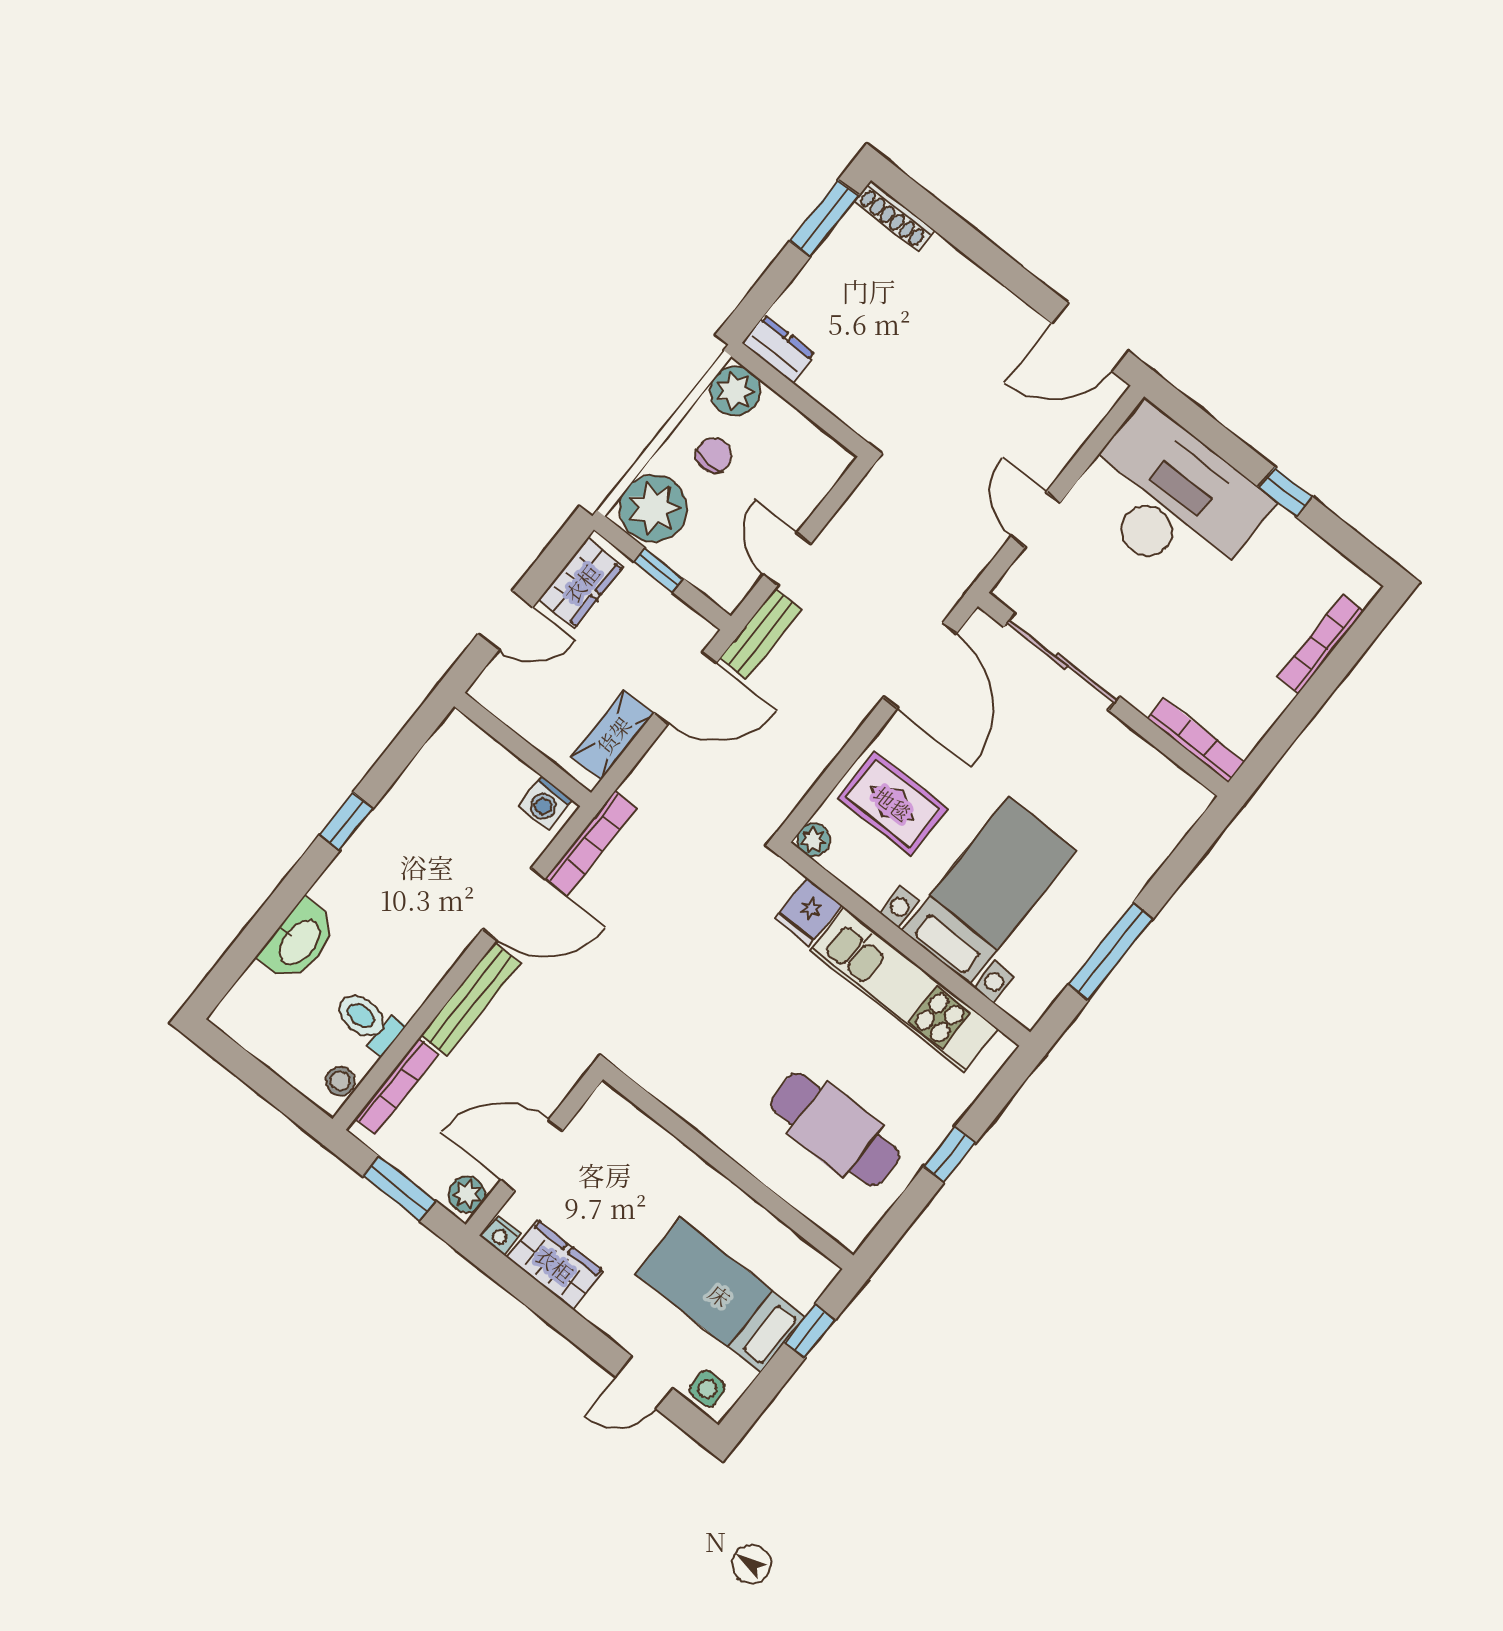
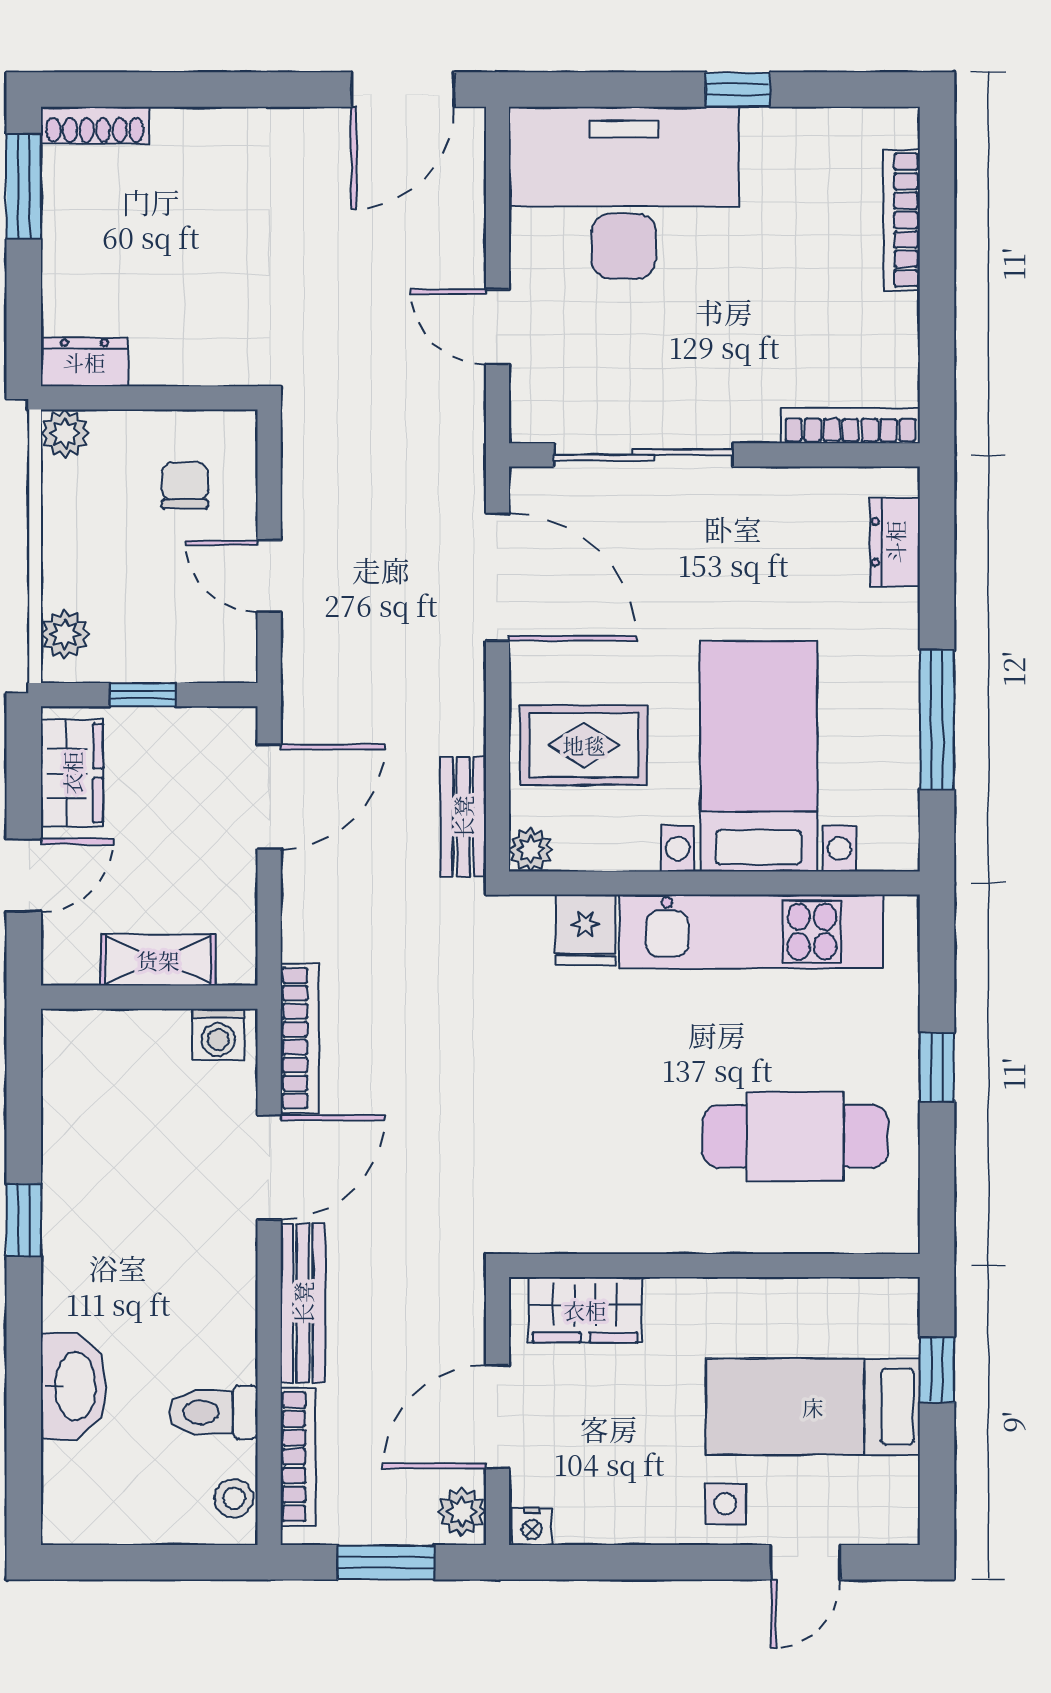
plant: (735, 391) -> (65, 433), width x0.73, depth x0.73
chair: (714, 455) -> (185, 486), moved
plant: (653, 508) -> (65, 634), width x0.53, depth x0.53
bench: (761, 634) -> (463, 817), moved
shelving: (613, 735) -> (158, 960), moved, turned 90
dresser: (1168, 829) -> (895, 542), added
wardrobe: (555, 1264) -> (585, 1310), moved, turned 180
side table: (707, 1389) -> (725, 1504), moved

